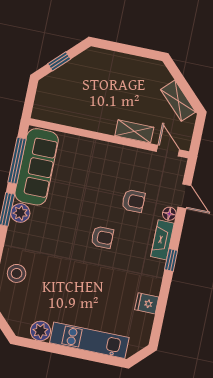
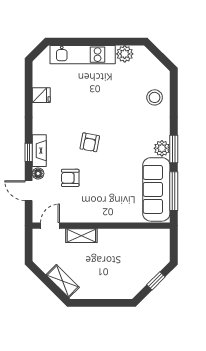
shelving: (178, 101) -> (63, 281), moved
door: (168, 151) -> (50, 226), swing flipped
armchair: (102, 237) -> (90, 142), turned -79
window: (171, 260) -> (29, 152), moved

